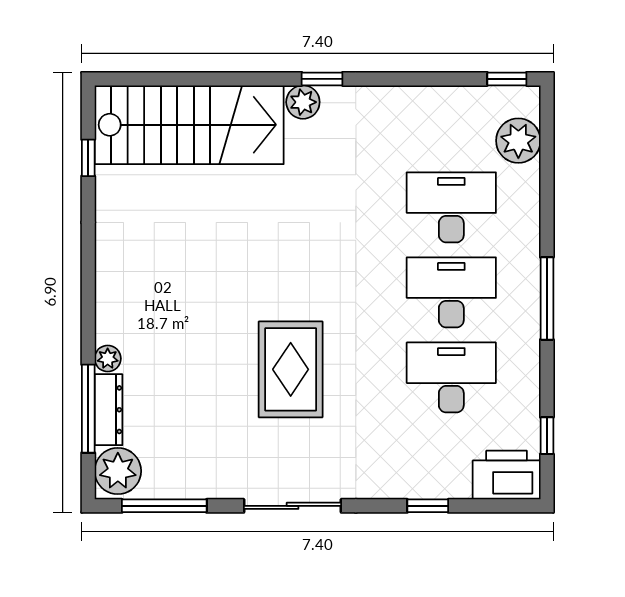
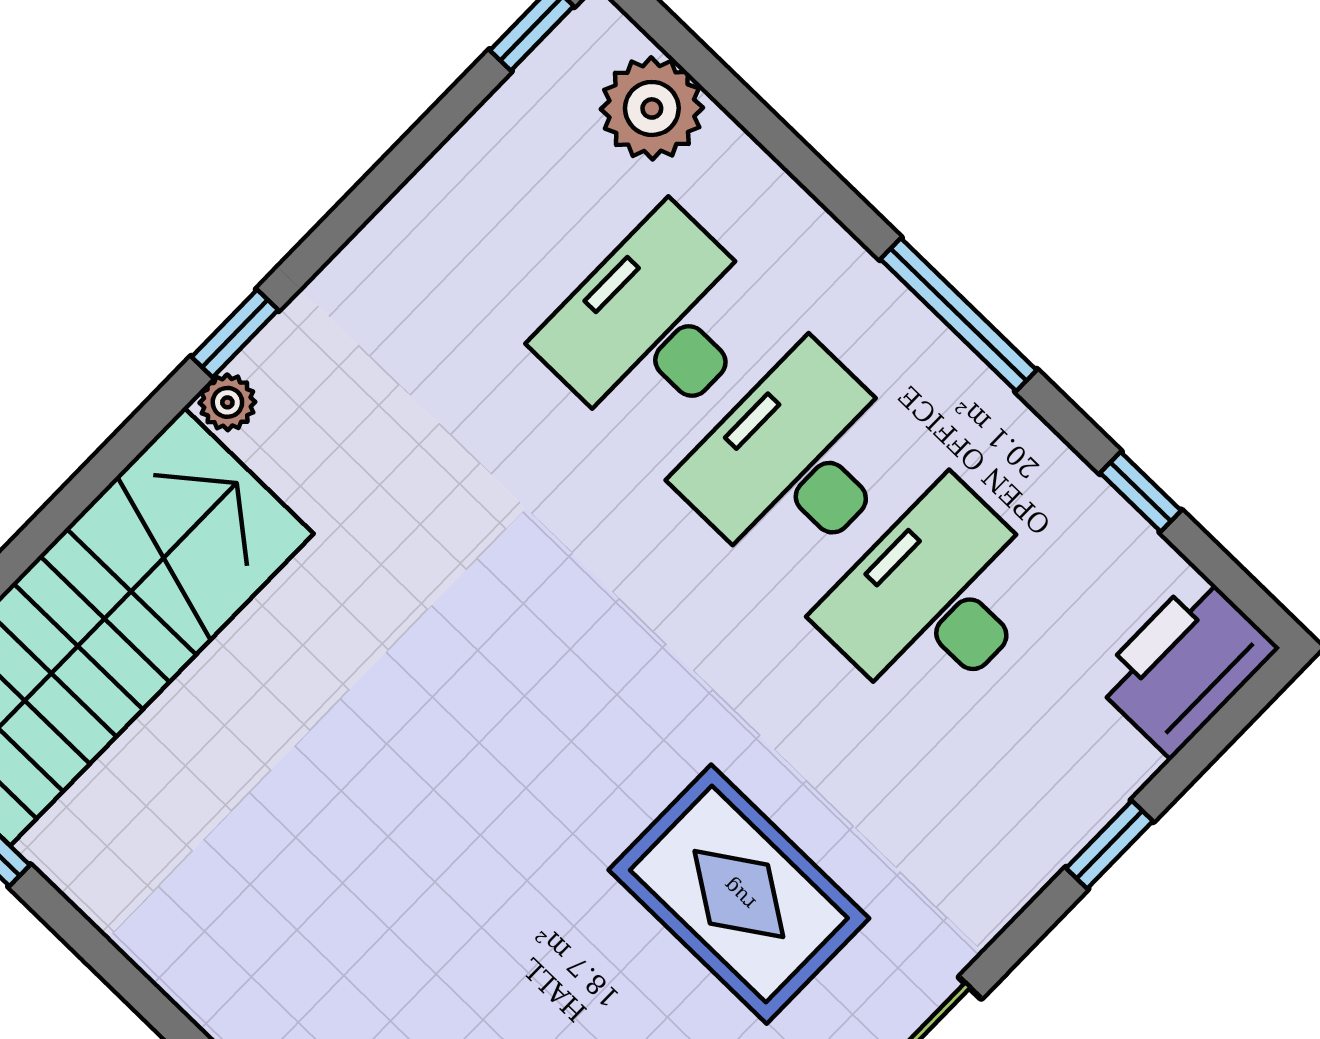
plant: (303, 102) -> (227, 402), width x0.73, depth x0.73
rug: (291, 369) -> (739, 894), moved
window: (547, 436) -> (1141, 492), moved

